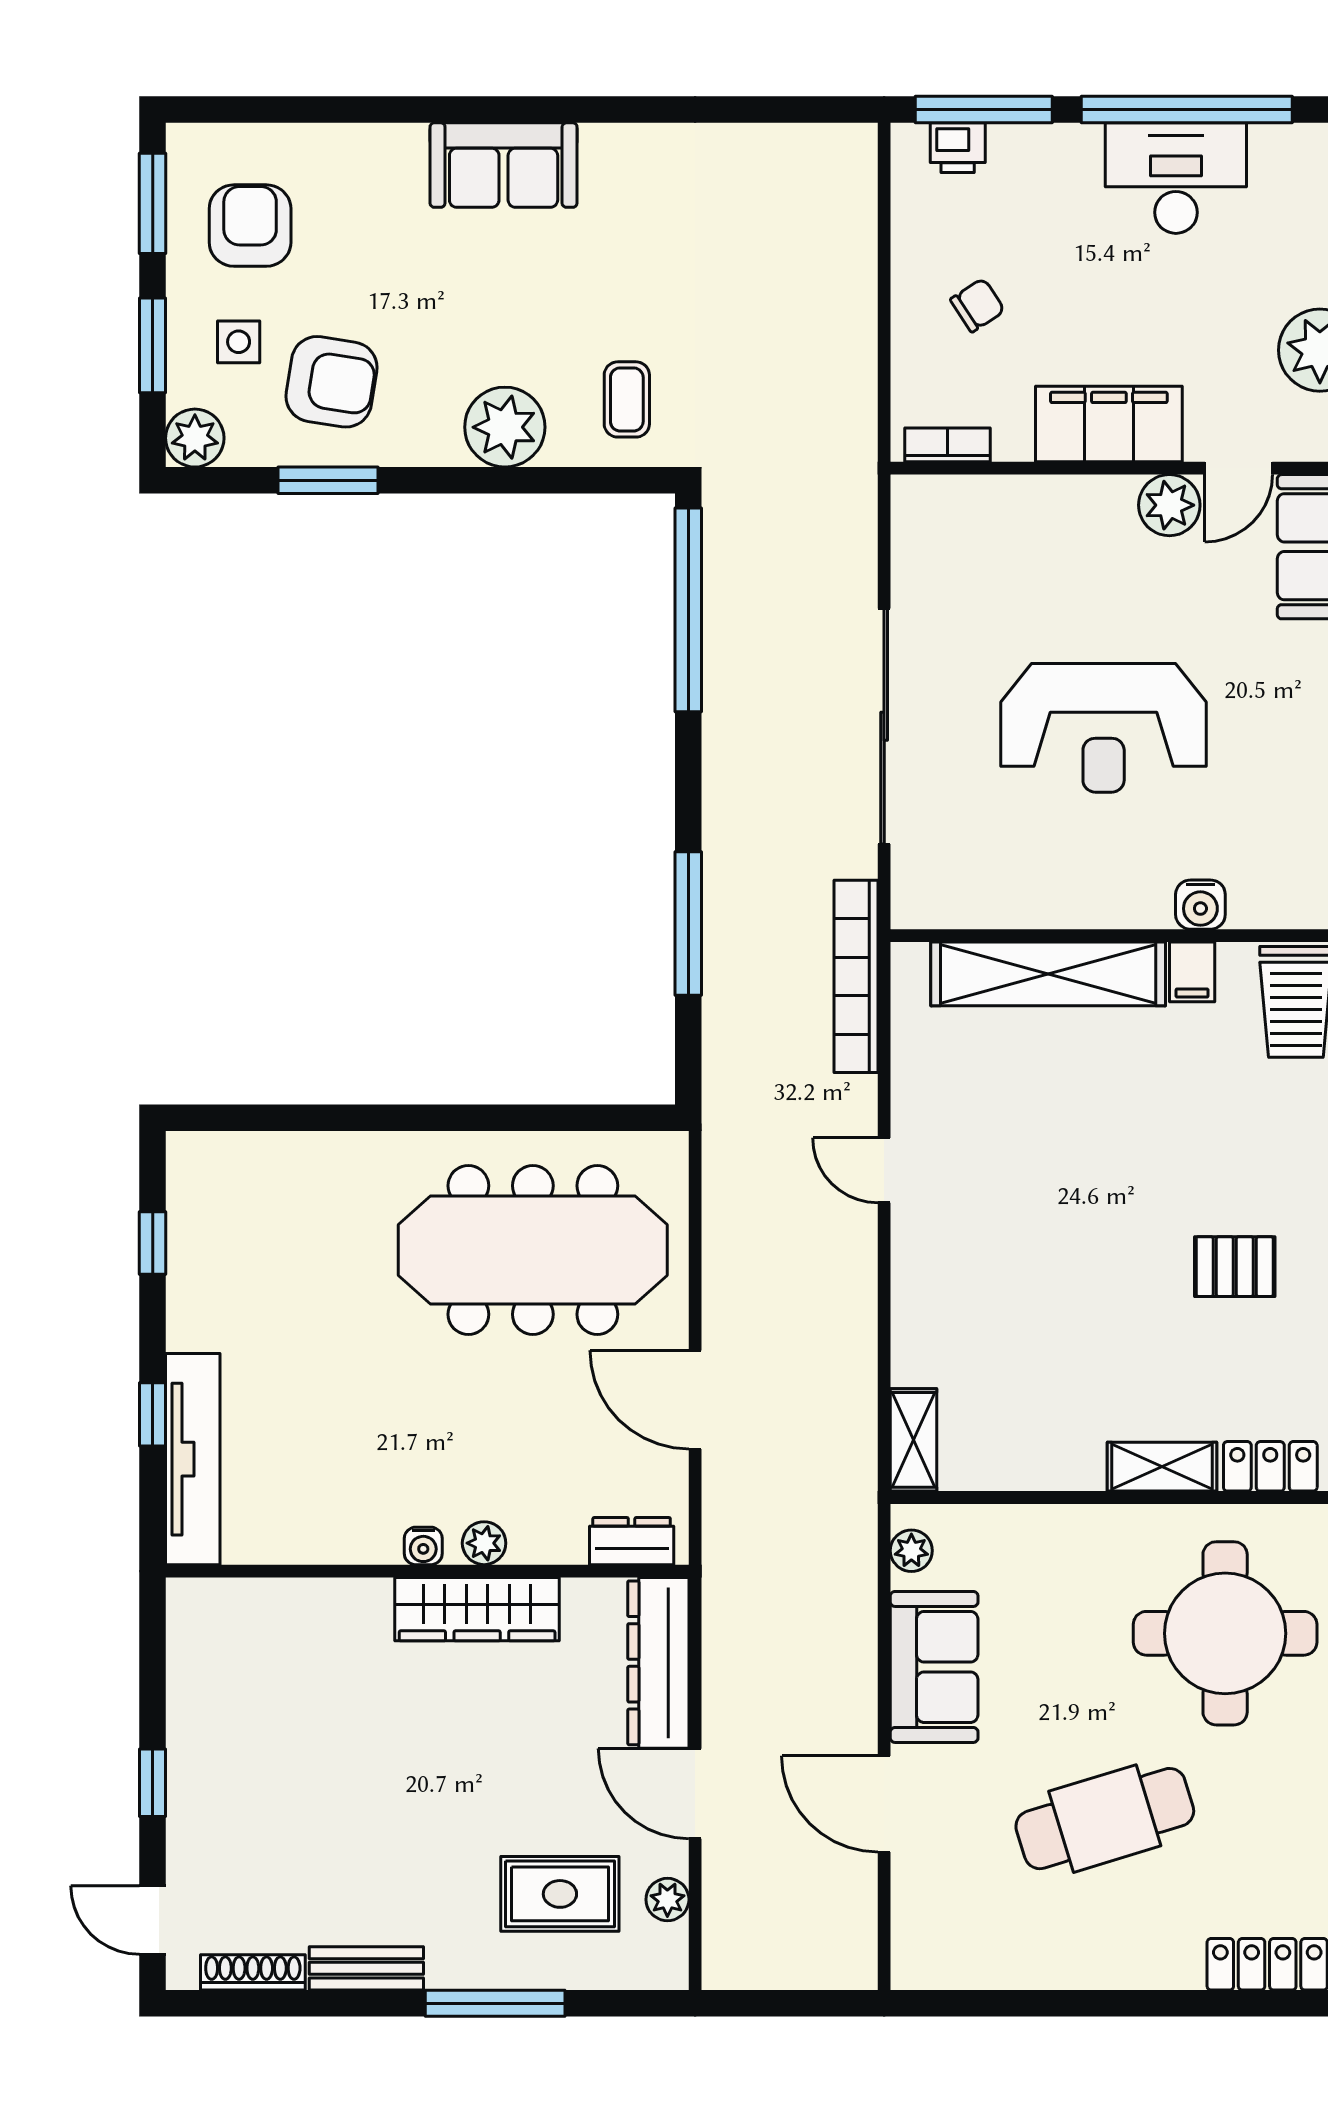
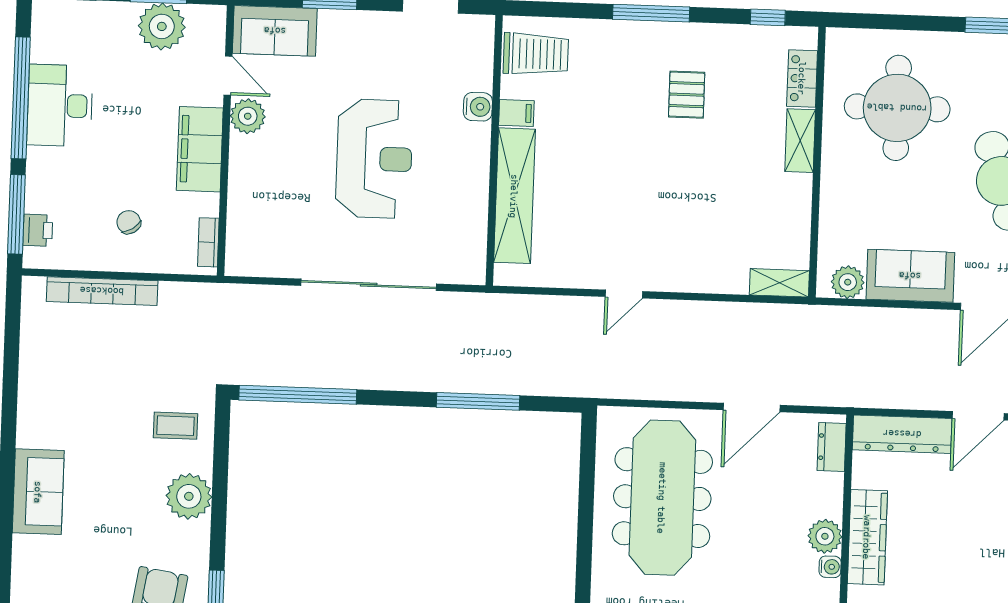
bookcase: (856, 976) -> (102, 291), moved
plant: (484, 1543) -> (825, 536), width x1.38, depth x1.38
plant: (911, 1551) -> (848, 282), width x1.38, depth x1.38

